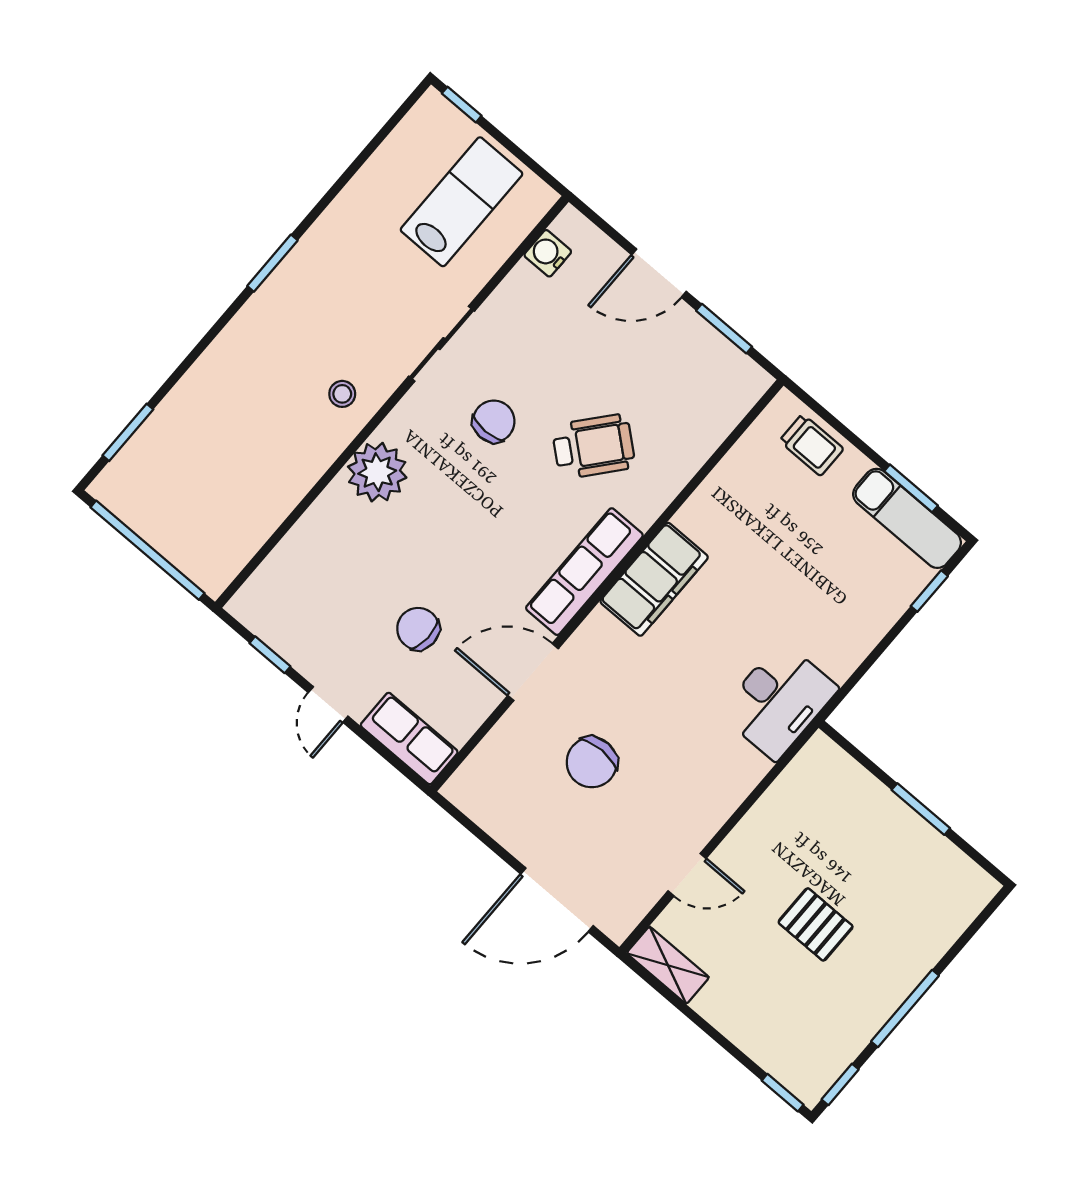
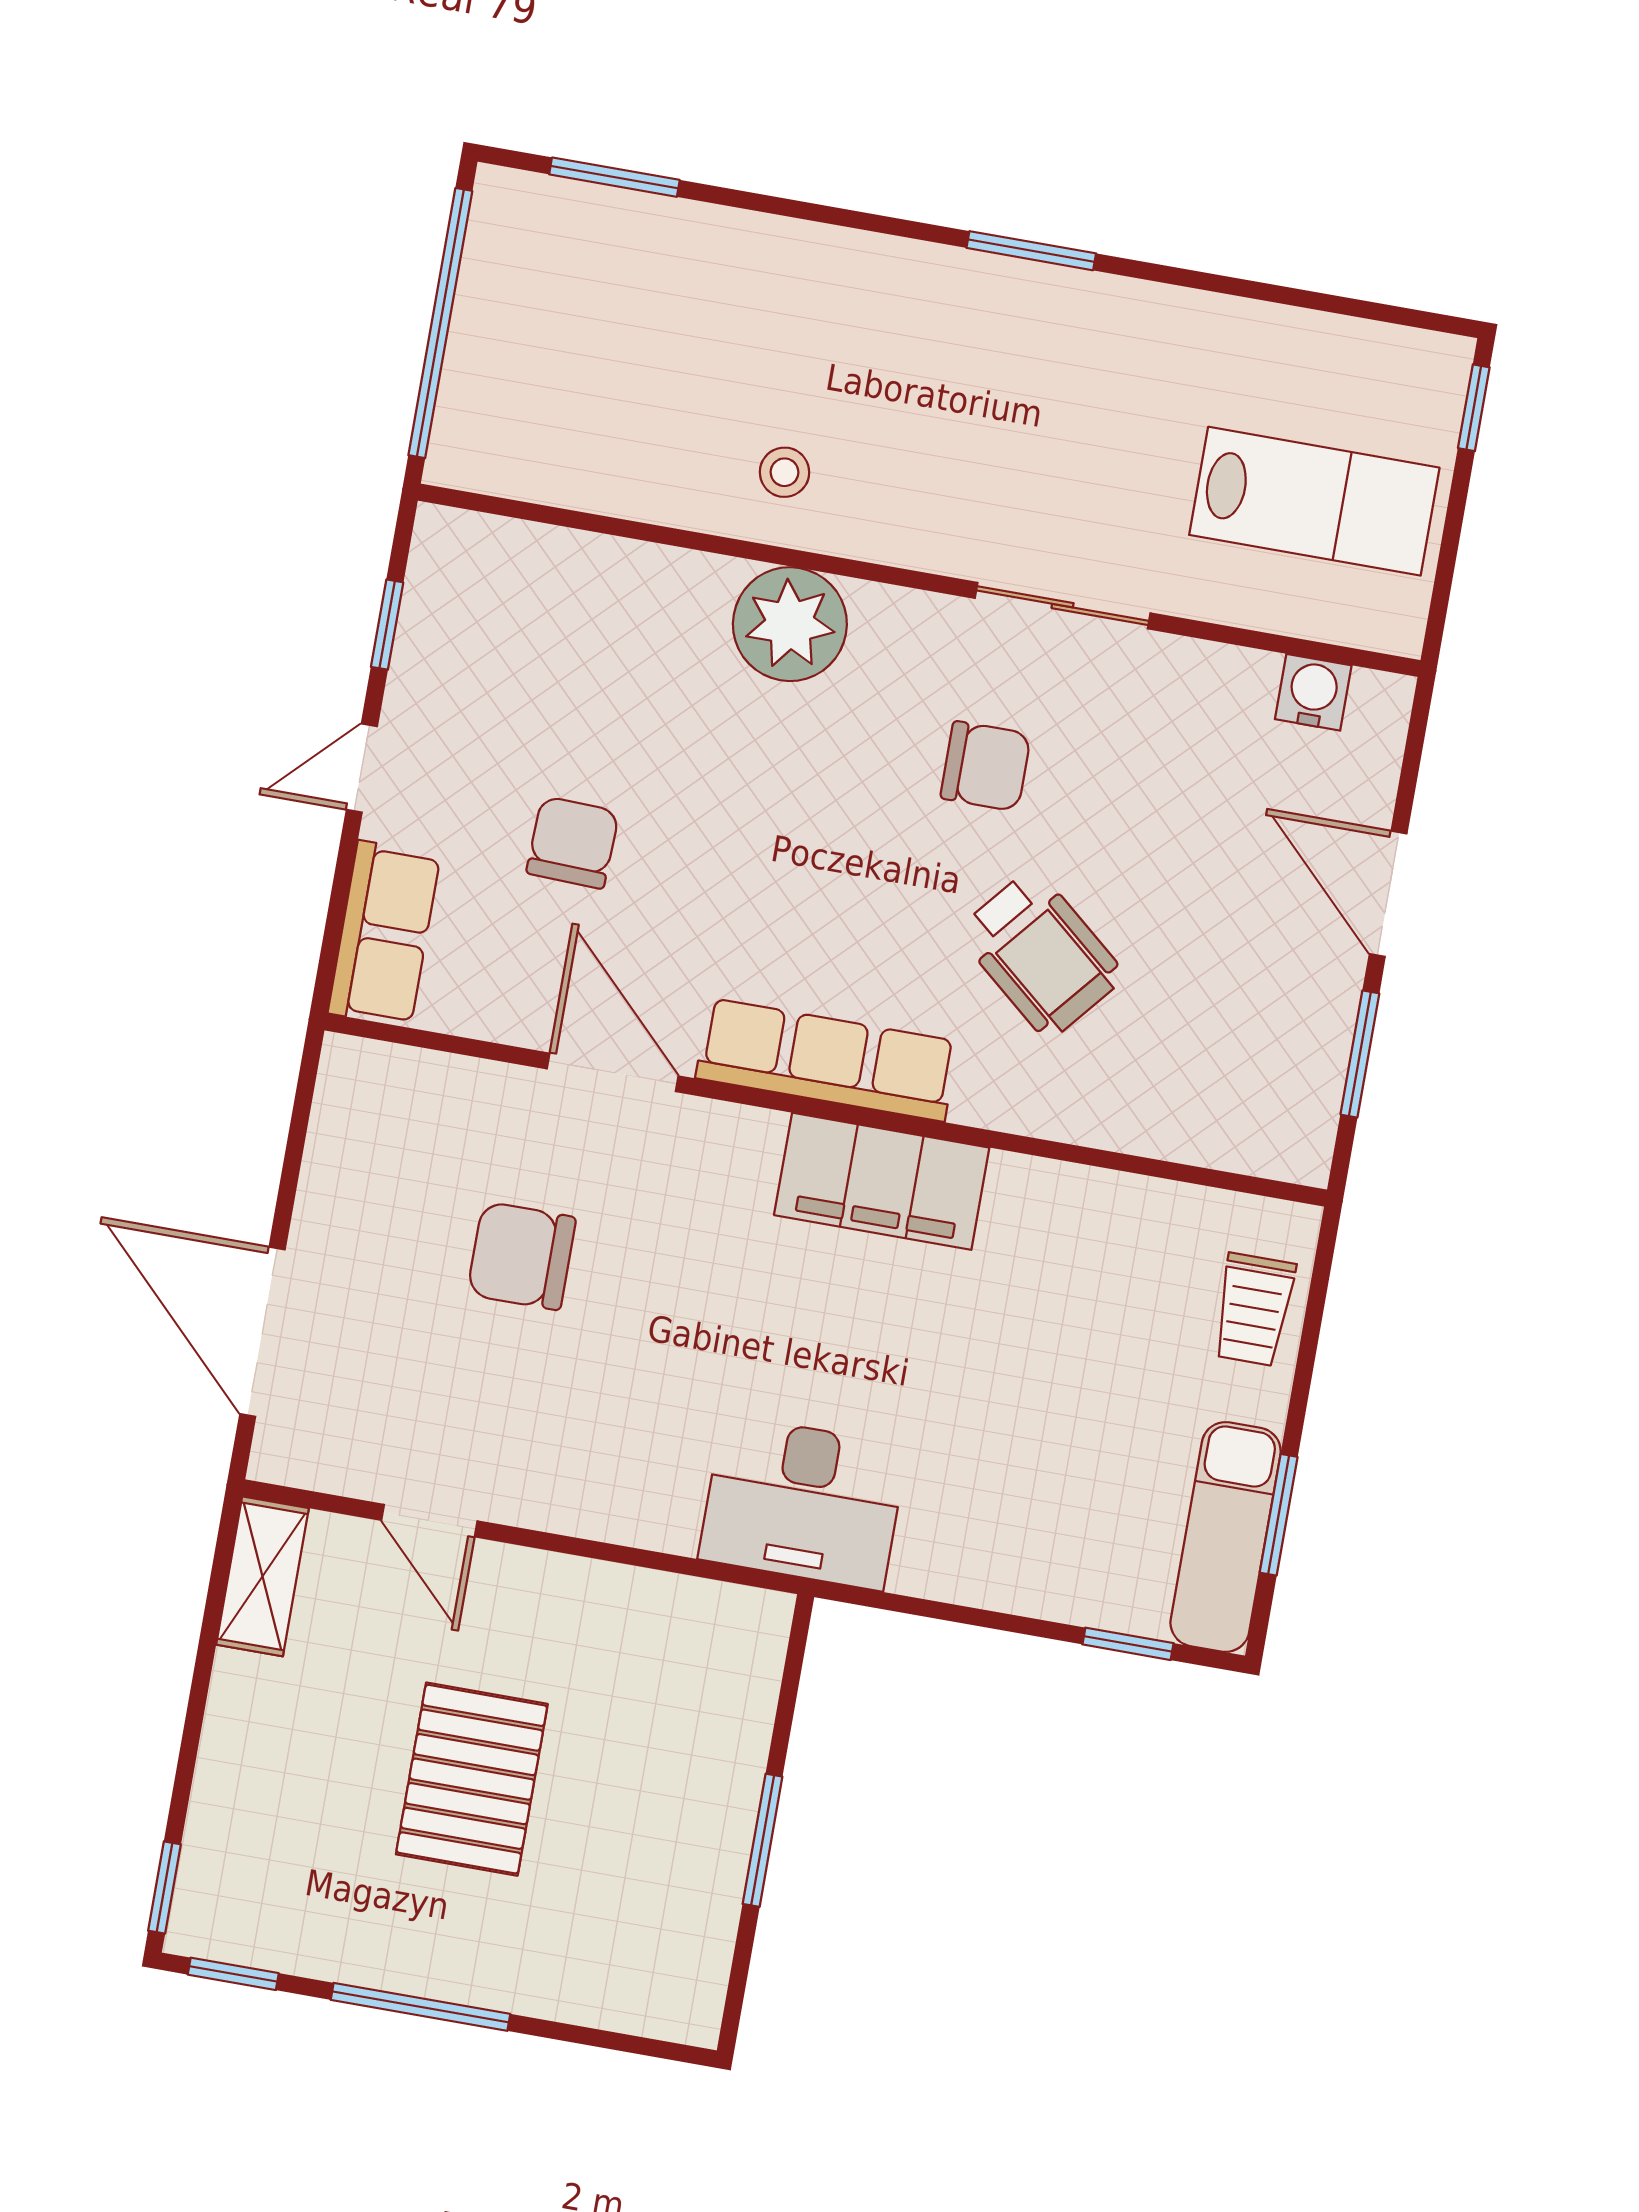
stool: (342, 394) -> (785, 472), moved
pallet: (816, 924) -> (472, 1779), width x1.50, depth x1.42

